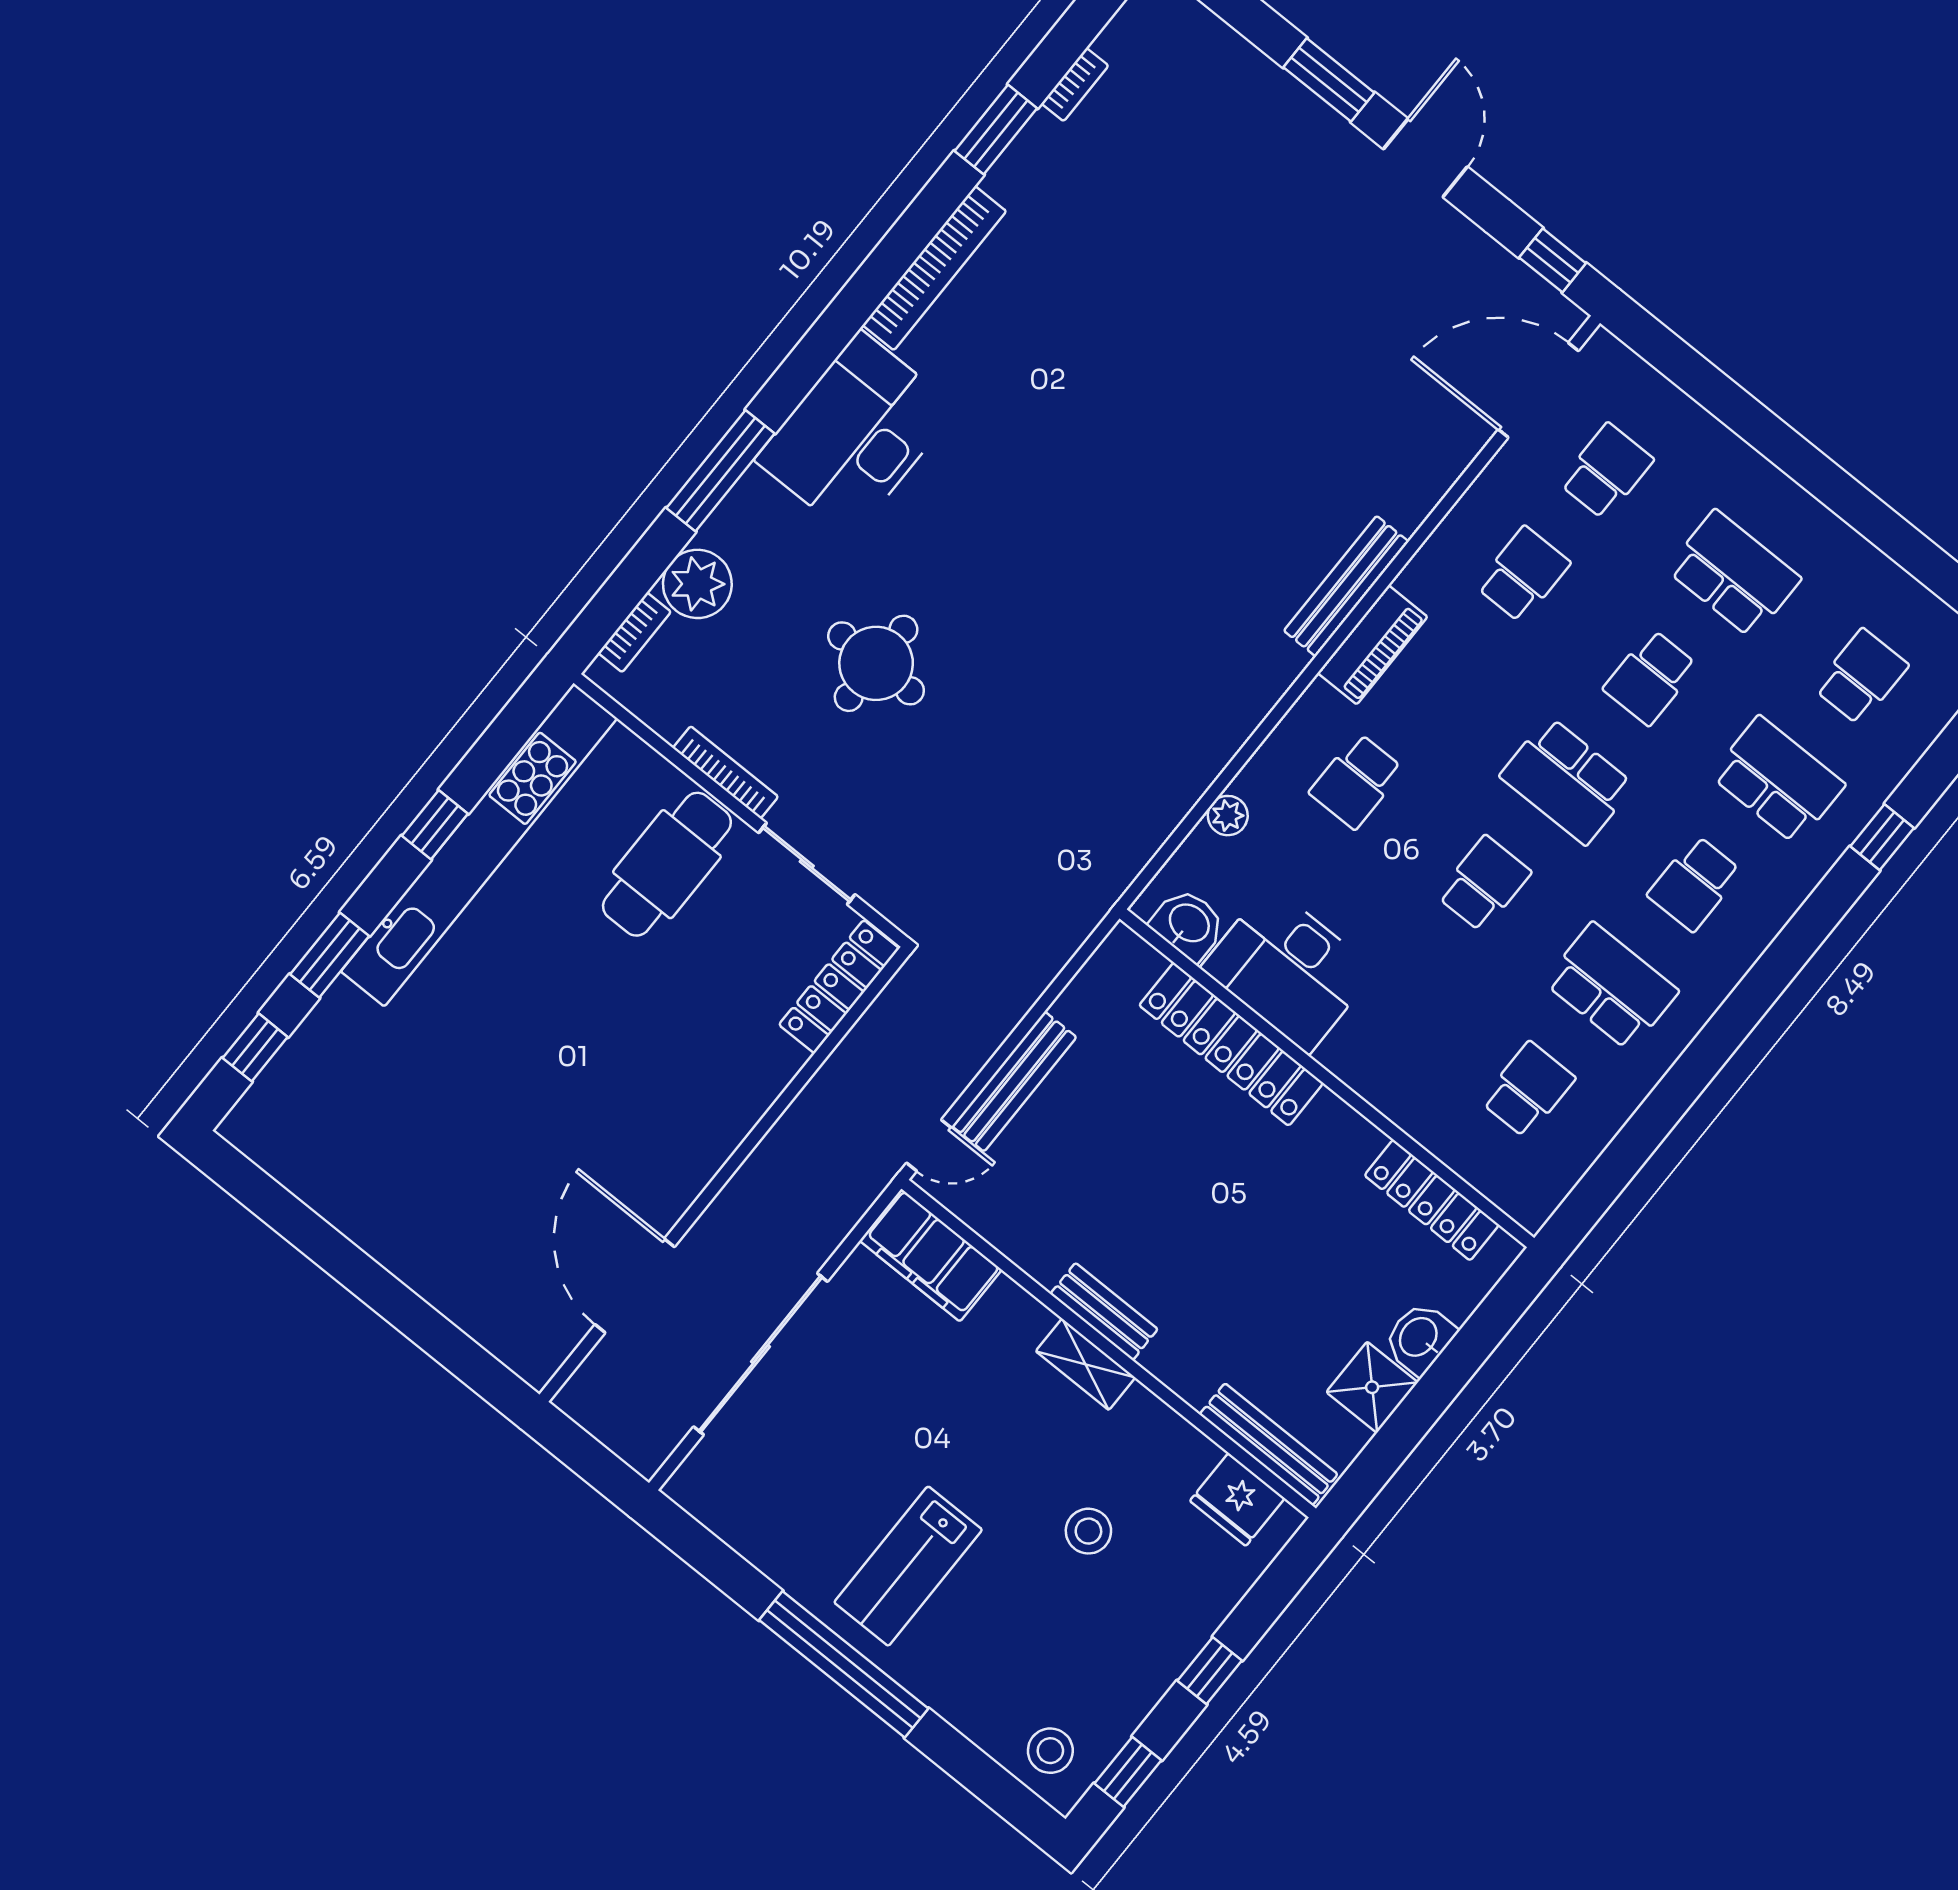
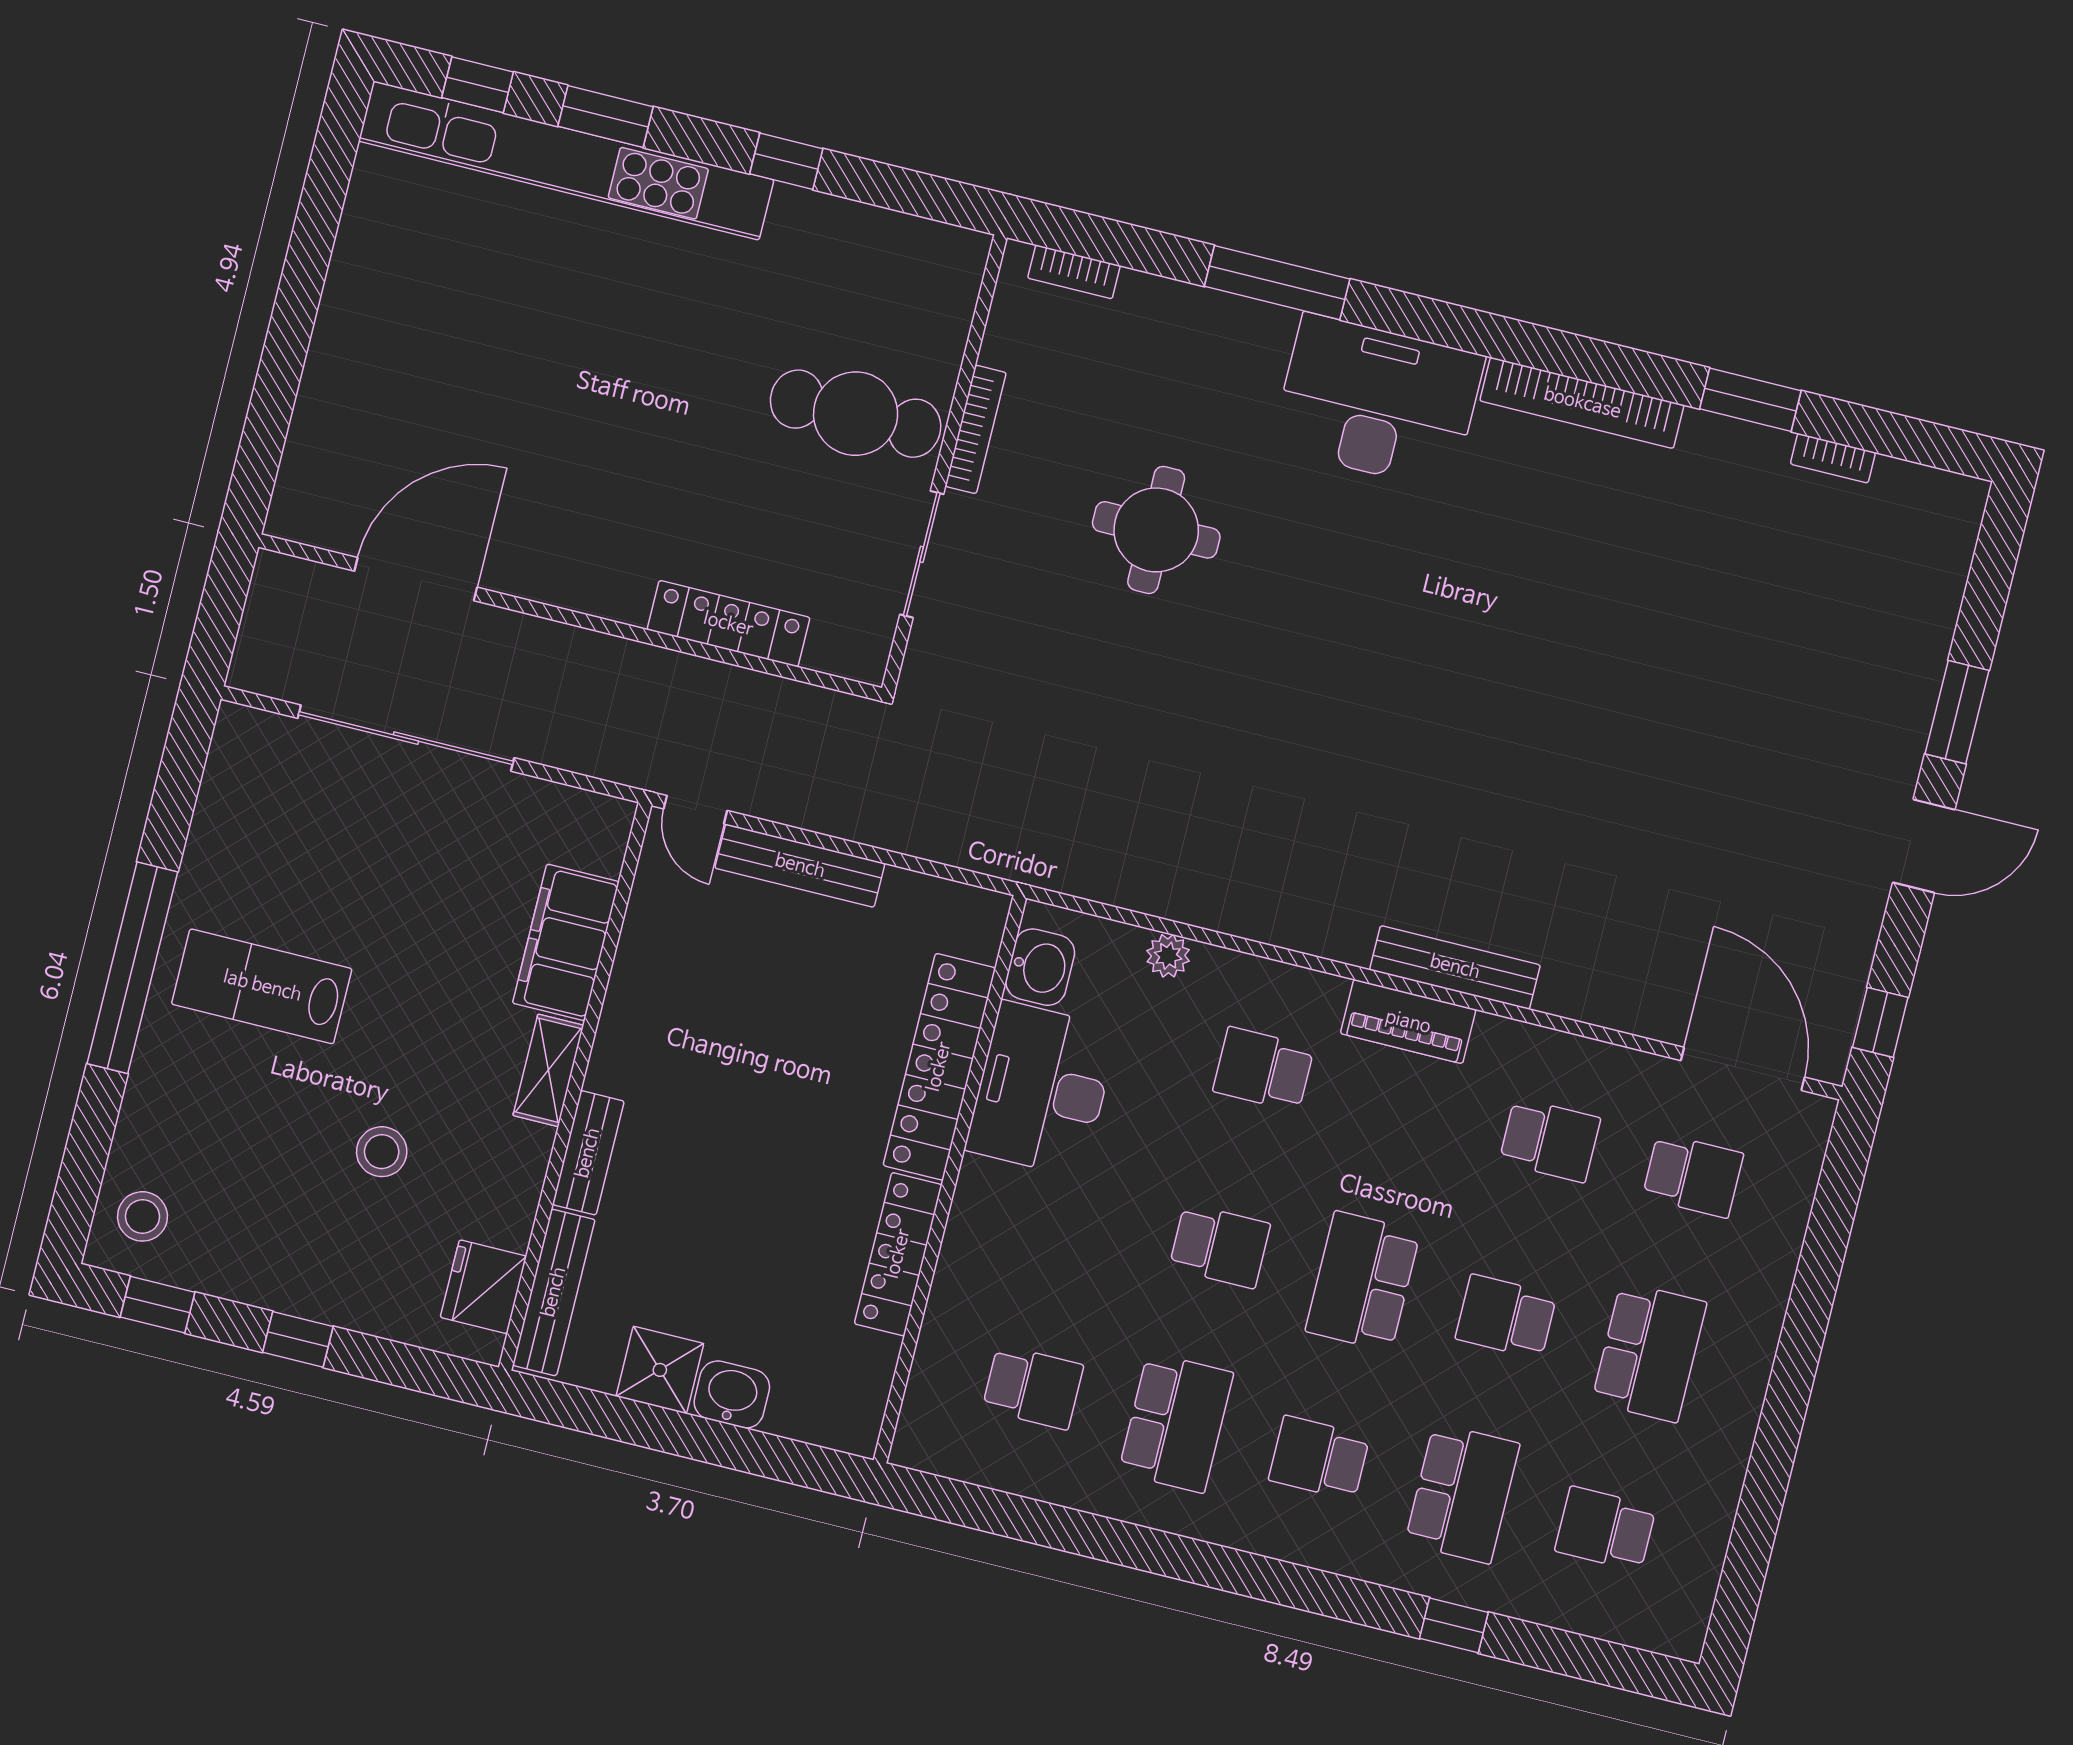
plant: (697, 584) -> (1152, 313), removed
school desk: (1861, 677) -> (1605, 1529), turned 180
kitchen unit: (479, 845) -> (566, 160), moved
locker: (839, 987) -> (728, 624), moved
locker: (1432, 1200) -> (898, 1254), moved
filing cabinet: (931, 1255) -> (566, 942), moved
bench: (1104, 1312) -> (588, 1153), moved

